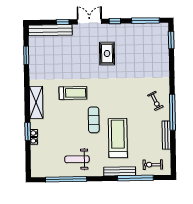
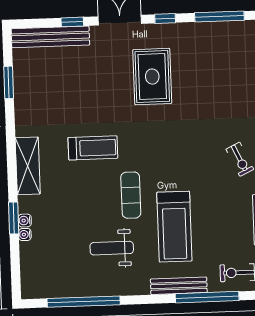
rug: (107, 54) -> (152, 77), width x1.36, depth x1.43
treadmill: (118, 138) -> (174, 227), turned 180
weight bench: (77, 159) -> (112, 248), moved

